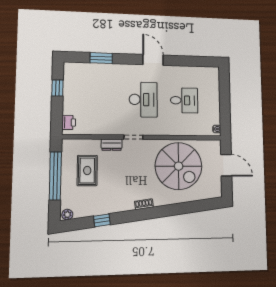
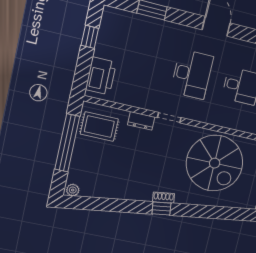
printer: (69, 122) -> (101, 76), width x1.87, depth x1.48
rug: (87, 170) -> (99, 127), moved, turned 90
window: (102, 220) -> (161, 209), moved

